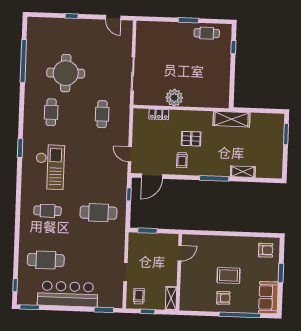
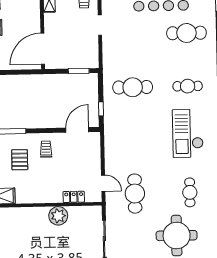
cafe table: (102, 114) -> (135, 194), width x1.37, depth x1.35
pallet: (191, 139) -> (20, 160), moved, turned 90
door: (130, 154) -> (103, 183), moved
door: (180, 253) -> (43, 49), width x1.88

